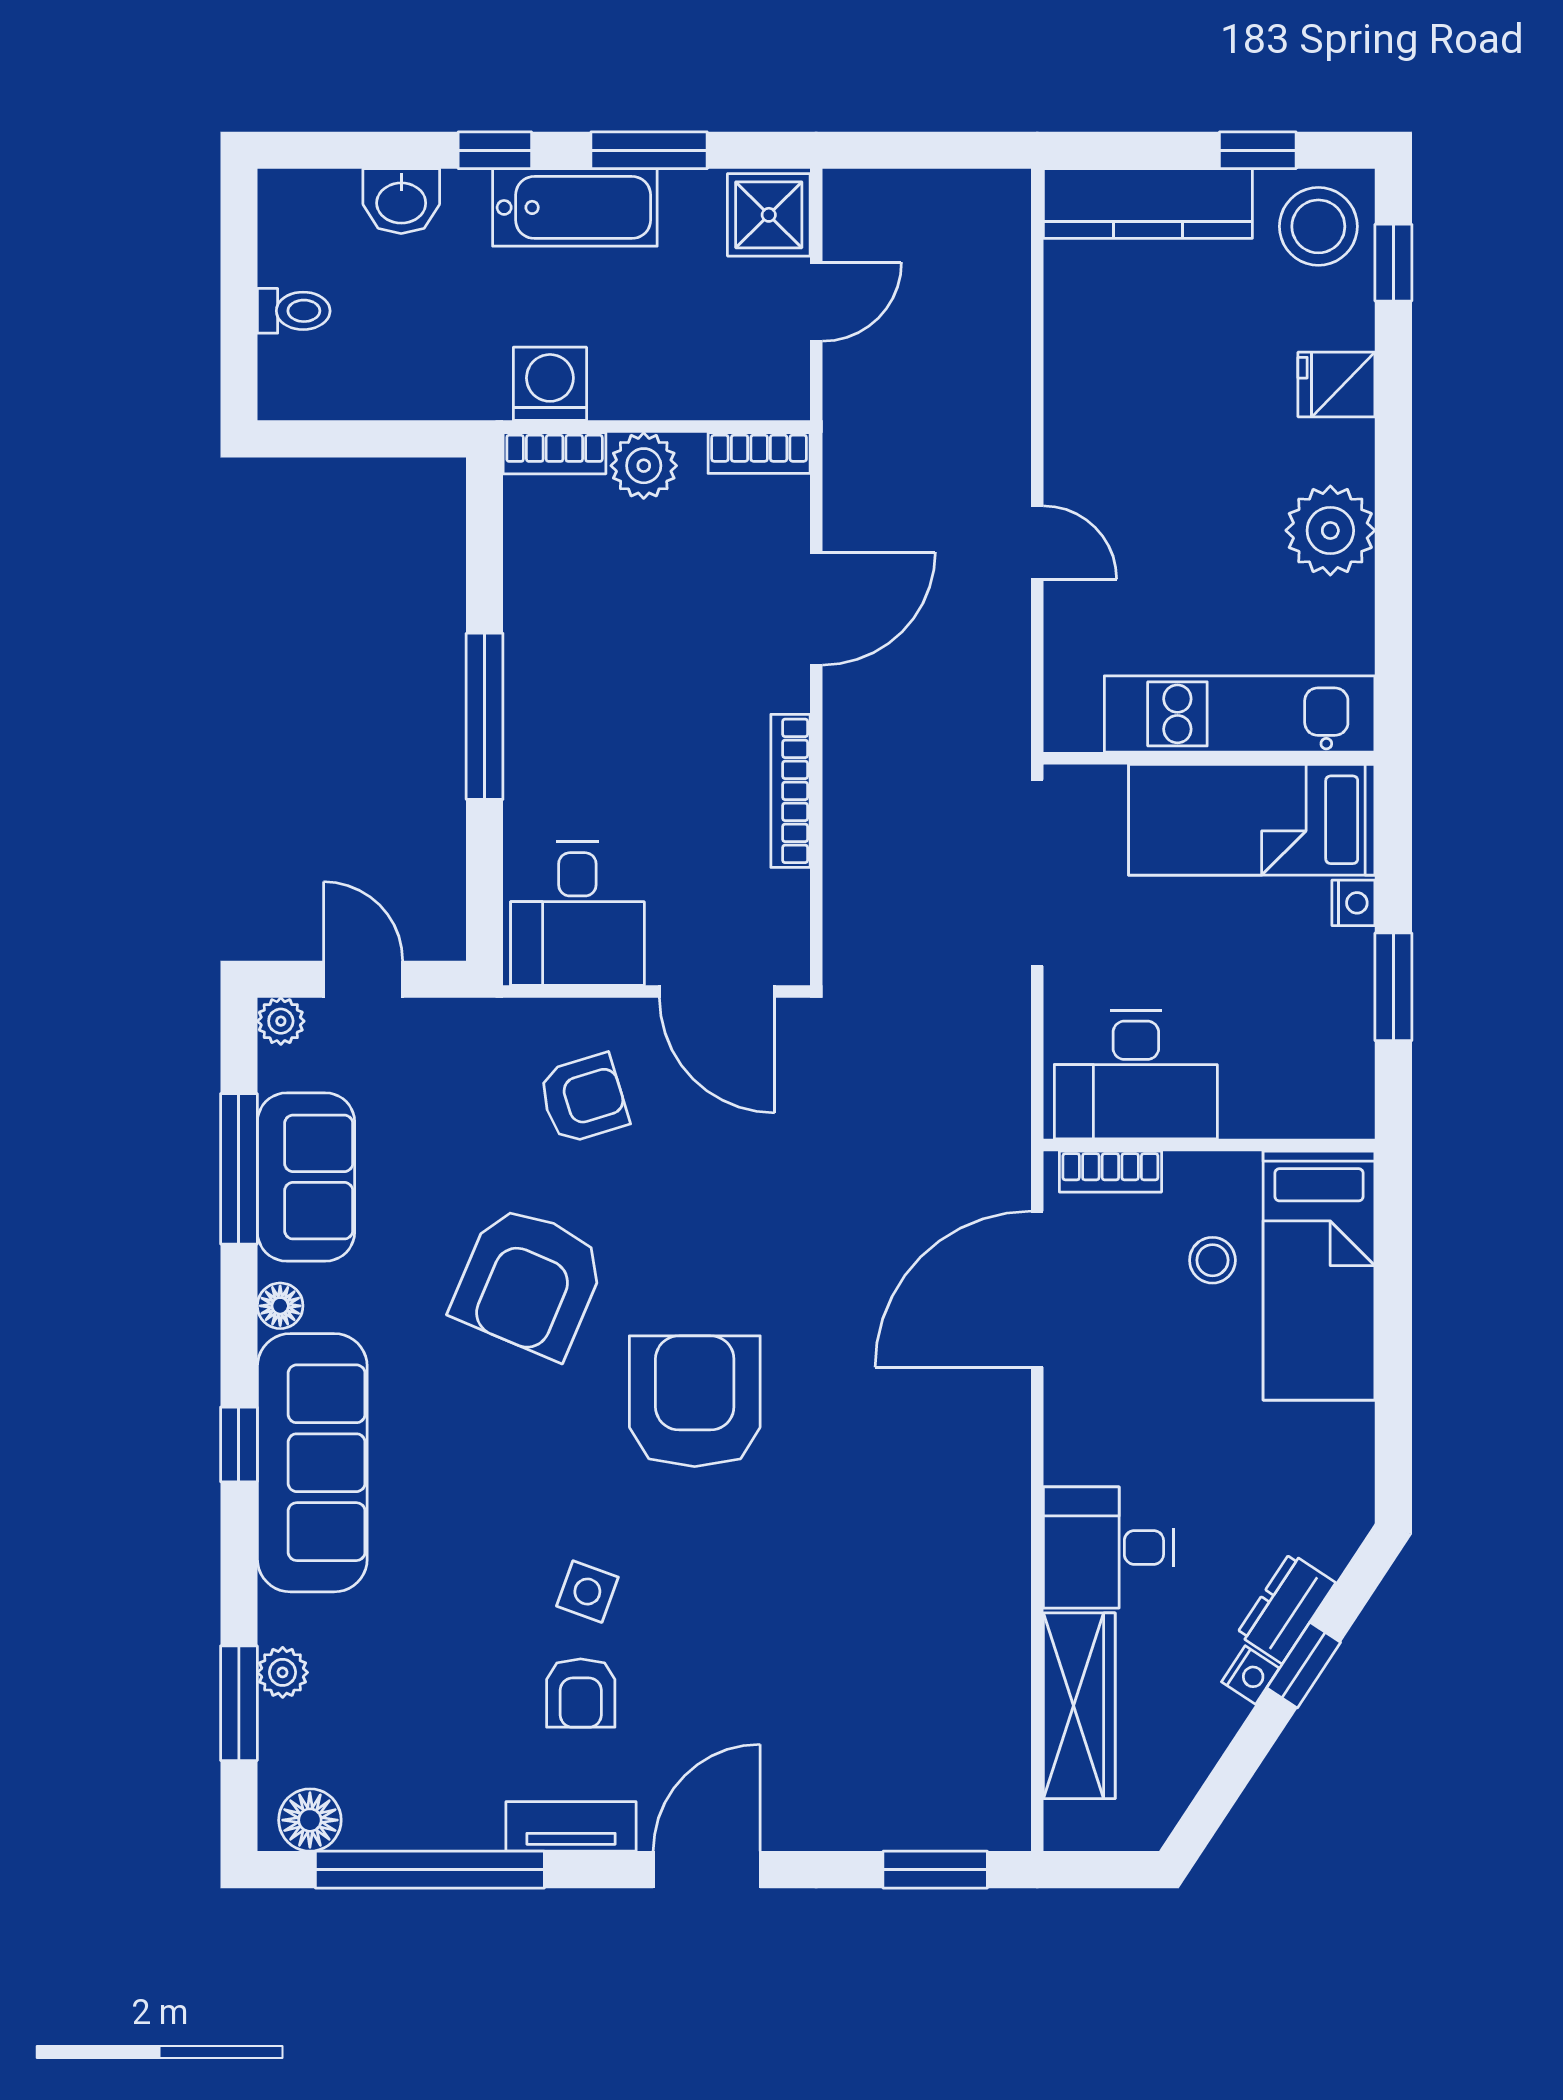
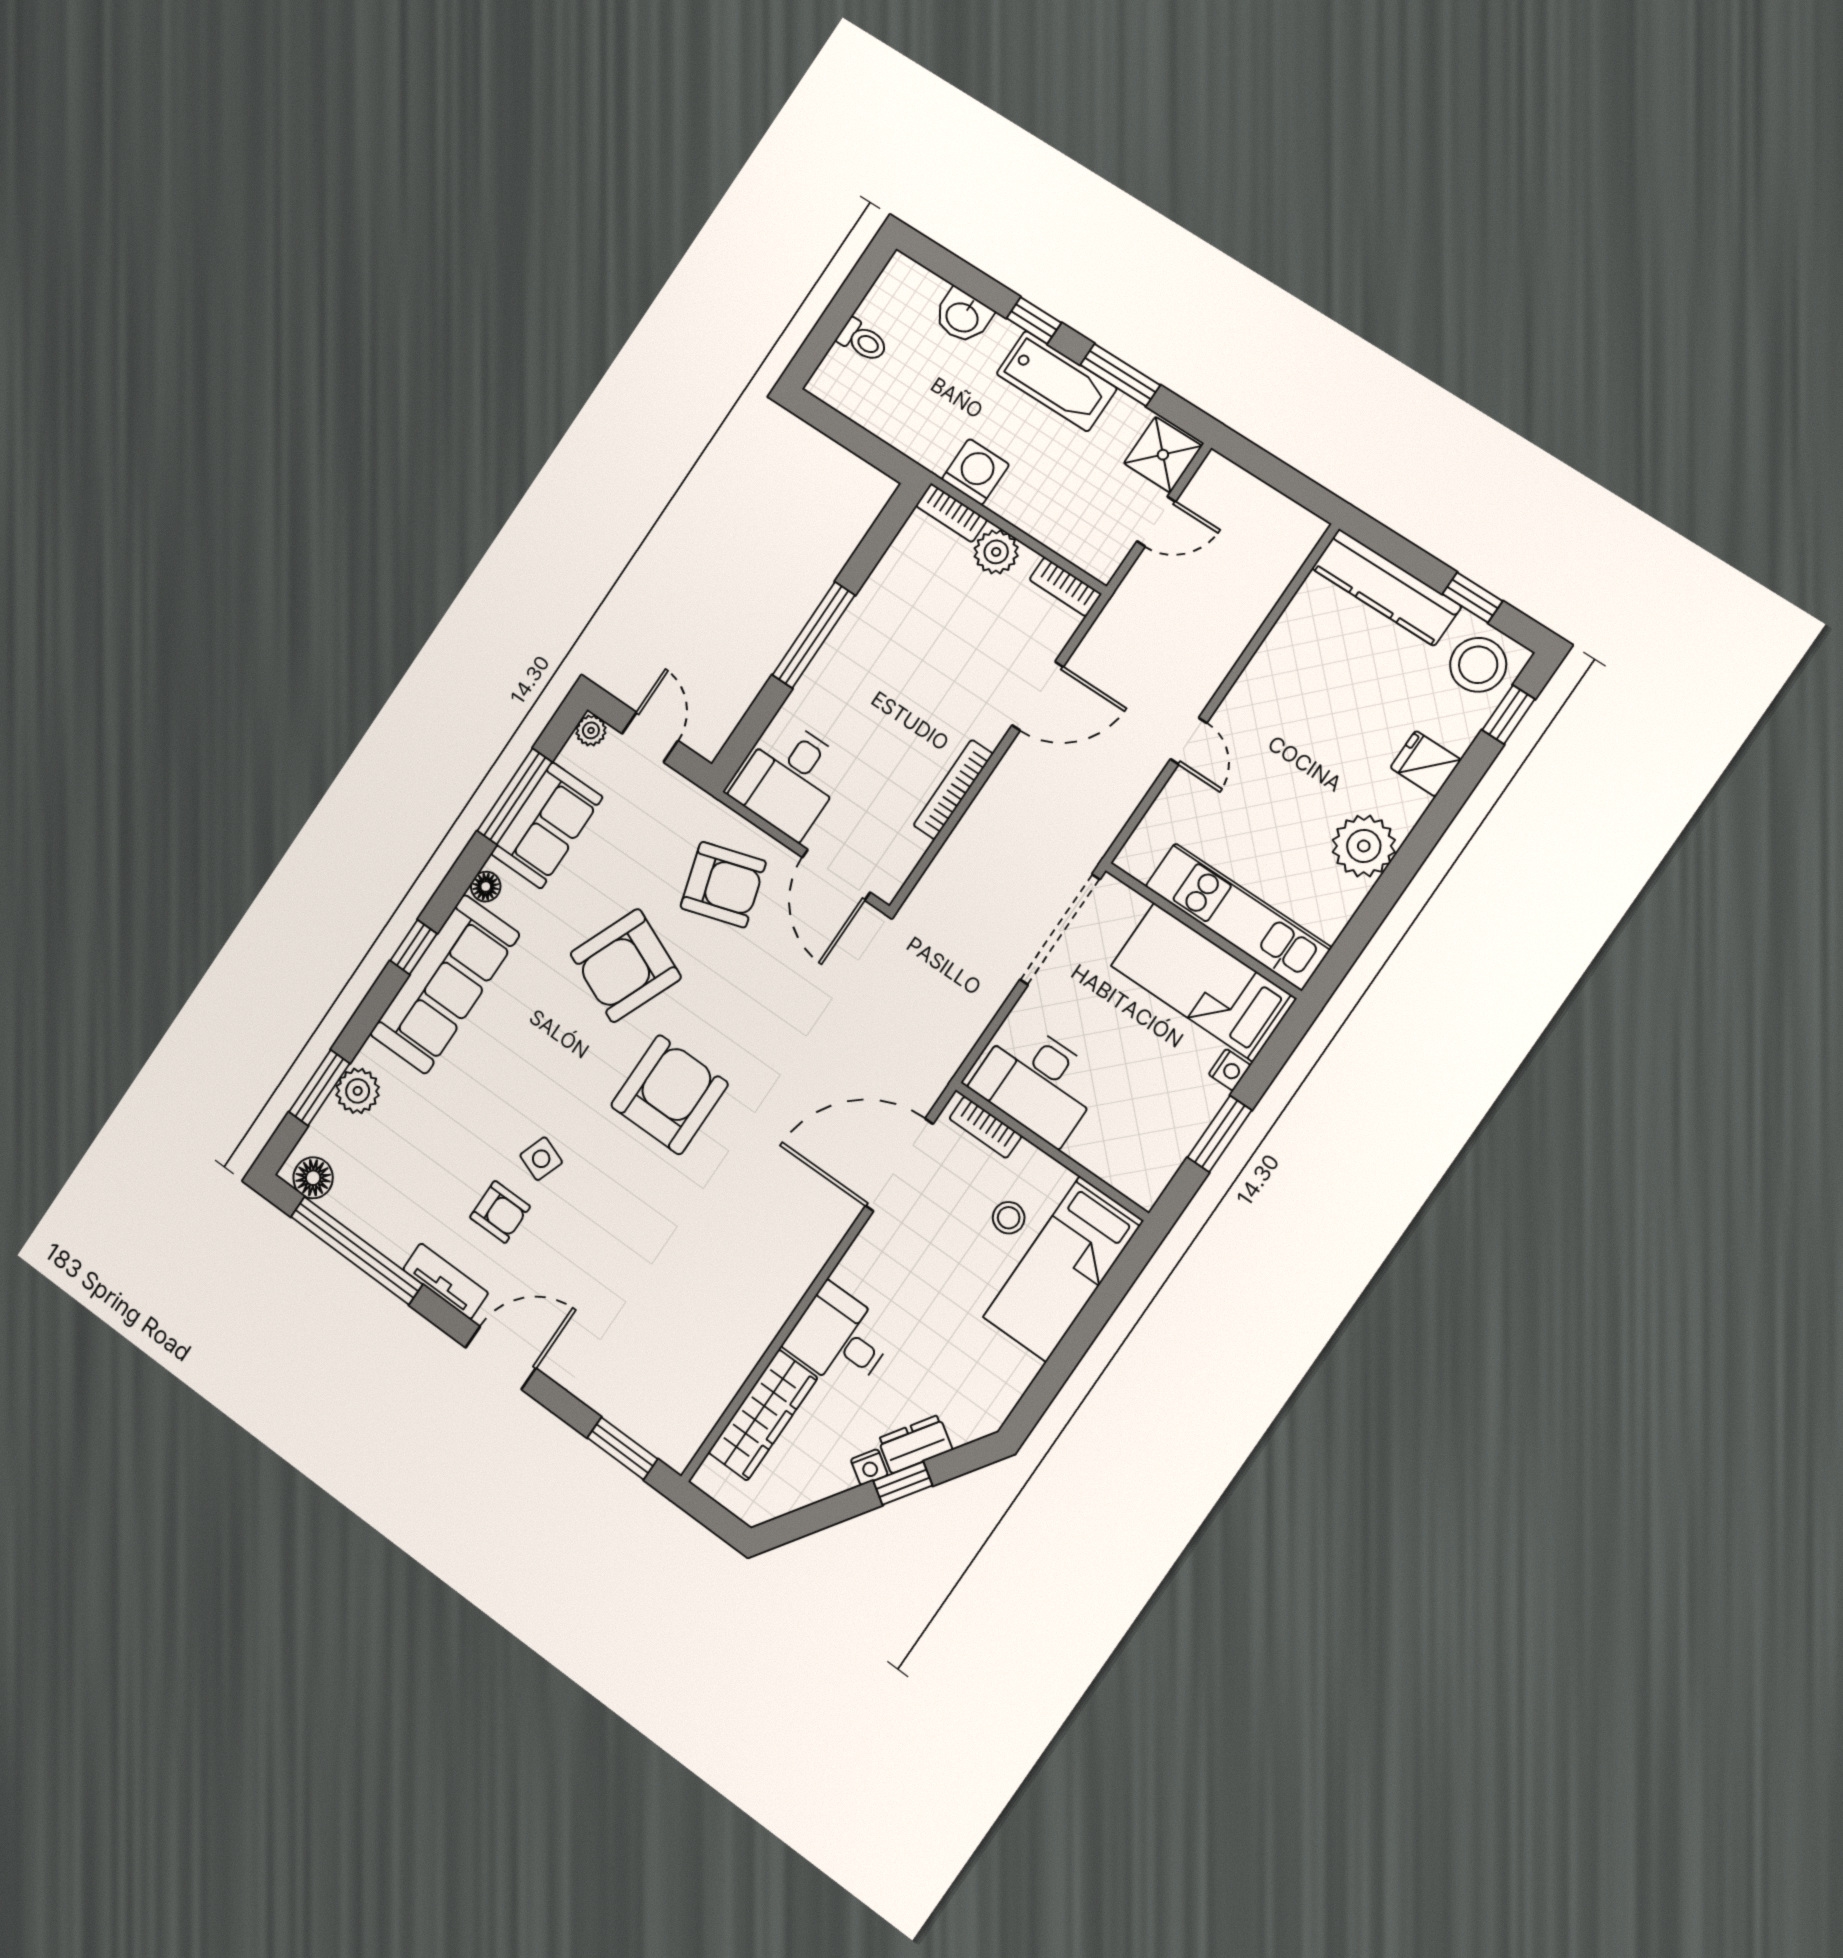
armchair: (583, 1099) -> (723, 885), width x1.38, depth x1.38
plant: (283, 1672) -> (358, 1091), width x1.38, depth x1.38
armchair: (581, 1693) -> (500, 1212), turned -90

